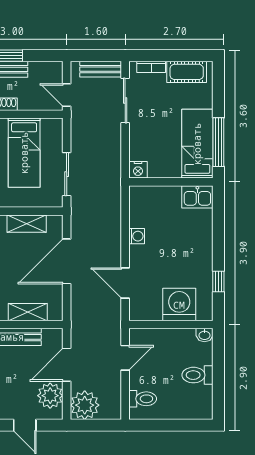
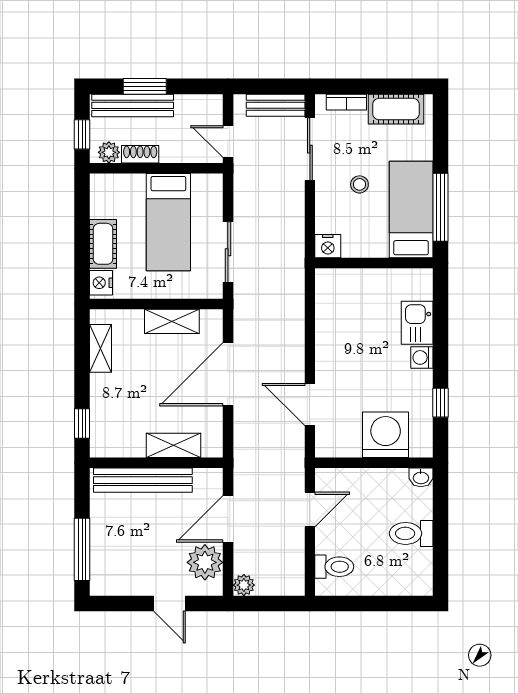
stool: (161, 126) -> (359, 184), added
kitchen sink: (197, 197) -> (417, 323), moved, turned 90
washing machine: (137, 236) -> (422, 357), moved, turned 180
plant: (85, 405) -> (244, 585), width x0.53, depth x0.53

